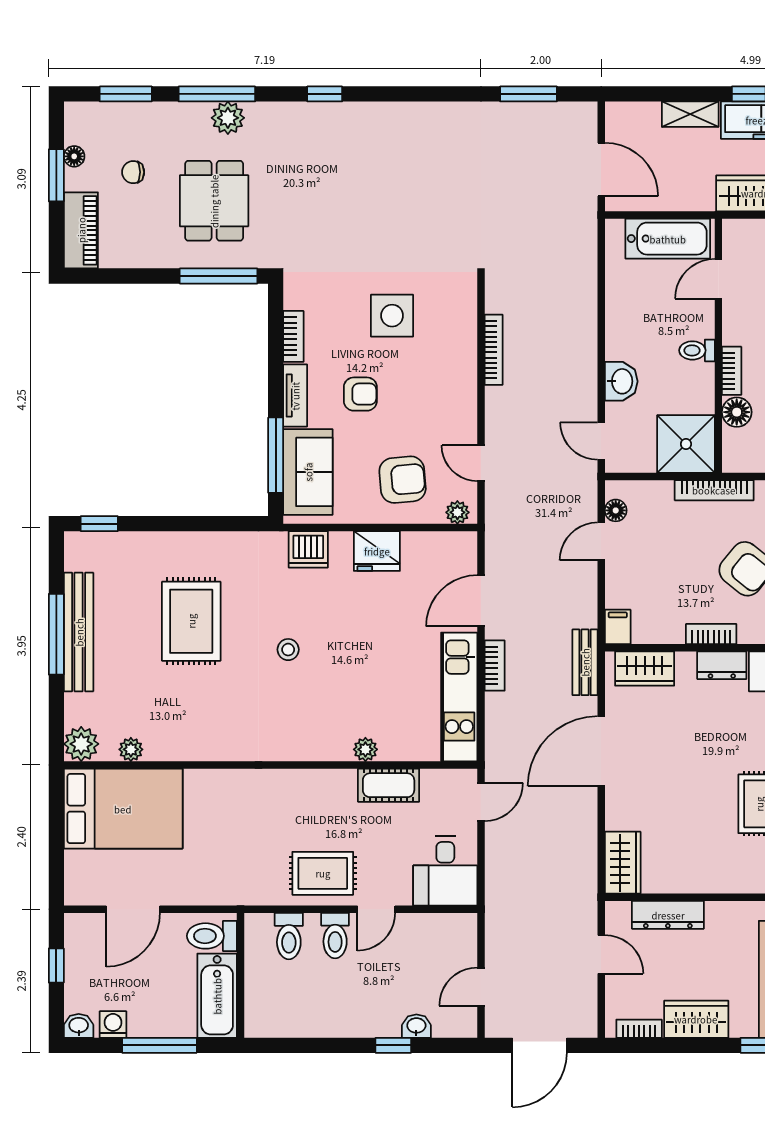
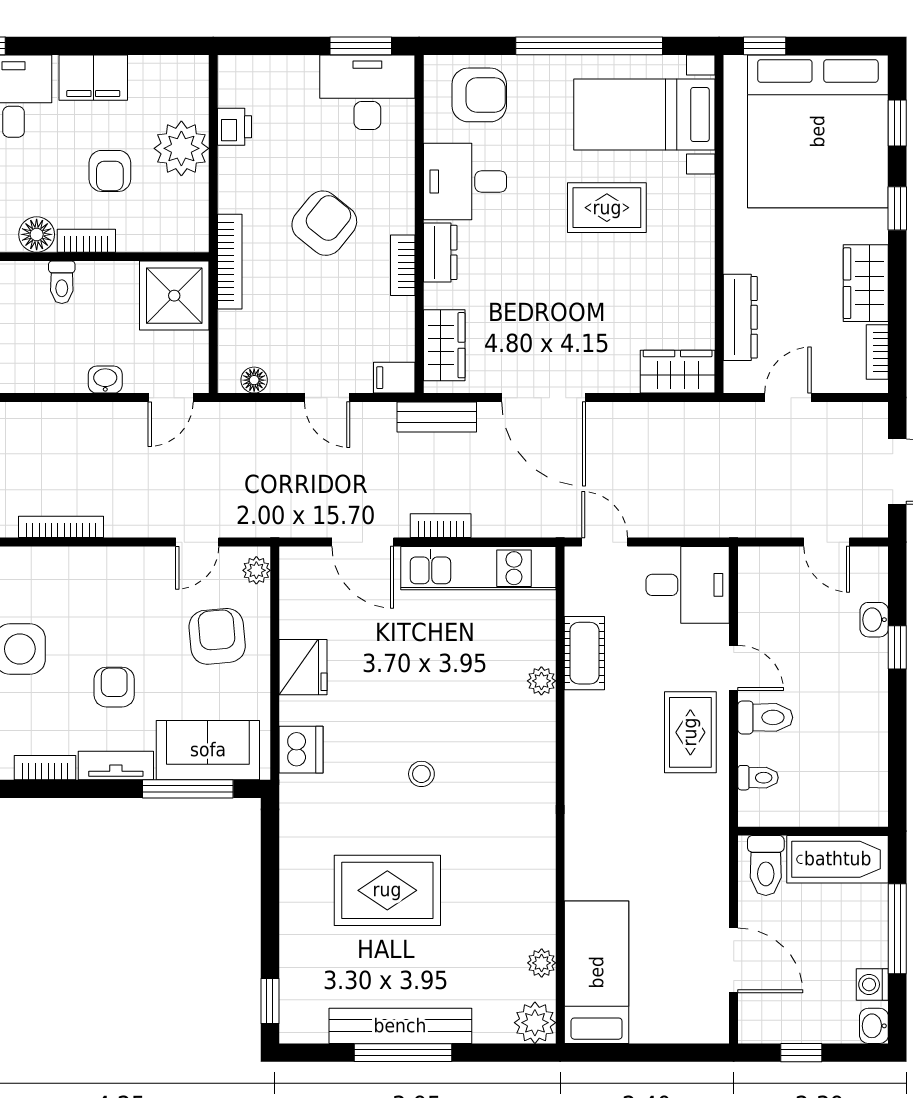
washbasin: (621, 381) -> (105, 380), width x0.72, depth x0.69
floor lamp: (737, 412) -> (37, 234), moved
door: (601, 541) -> (327, 398), moved
bed: (123, 809) -> (597, 972), width x0.67
toilet: (289, 936) -> (758, 778), width x0.73, depth x0.72

